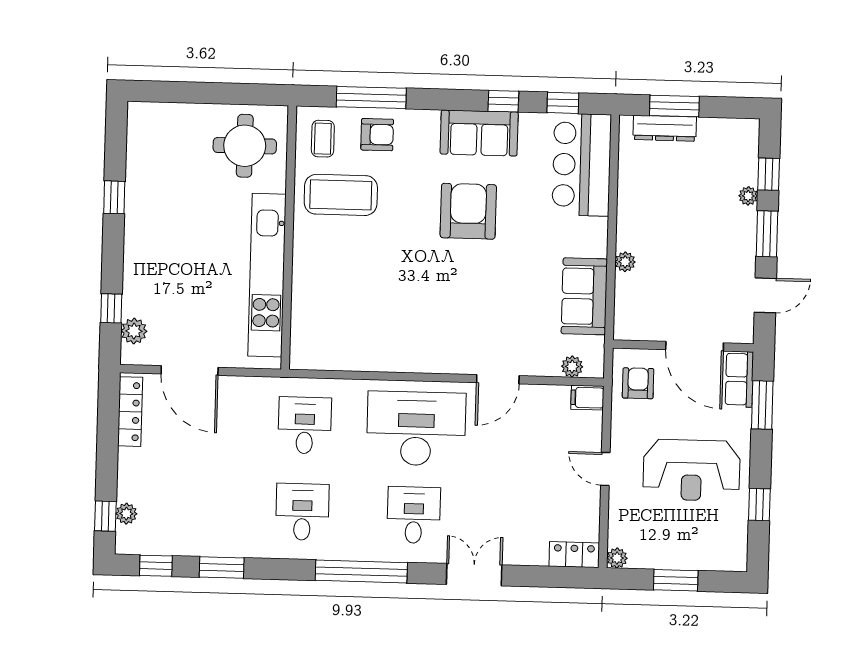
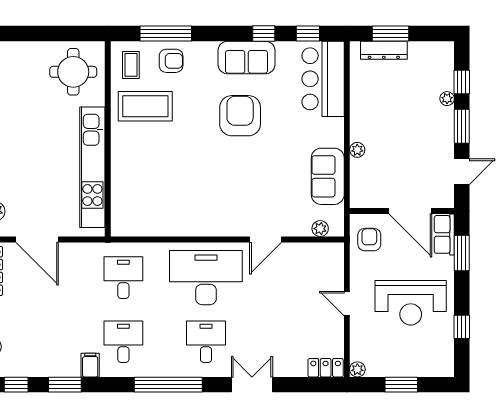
filing cabinet: (587, 398) -> (90, 365), moved, turned 90

